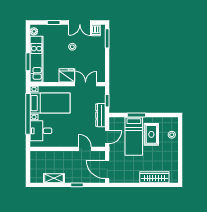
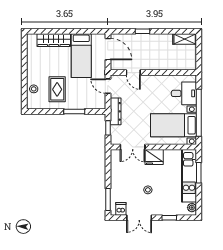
double door: (80, 22) -> (139, 218), swing flipped
bed: (134, 136) -> (81, 56), moved, turned 180
door: (107, 137) -> (108, 86), hinge flipped
shelving: (54, 178) -> (185, 39), moved

